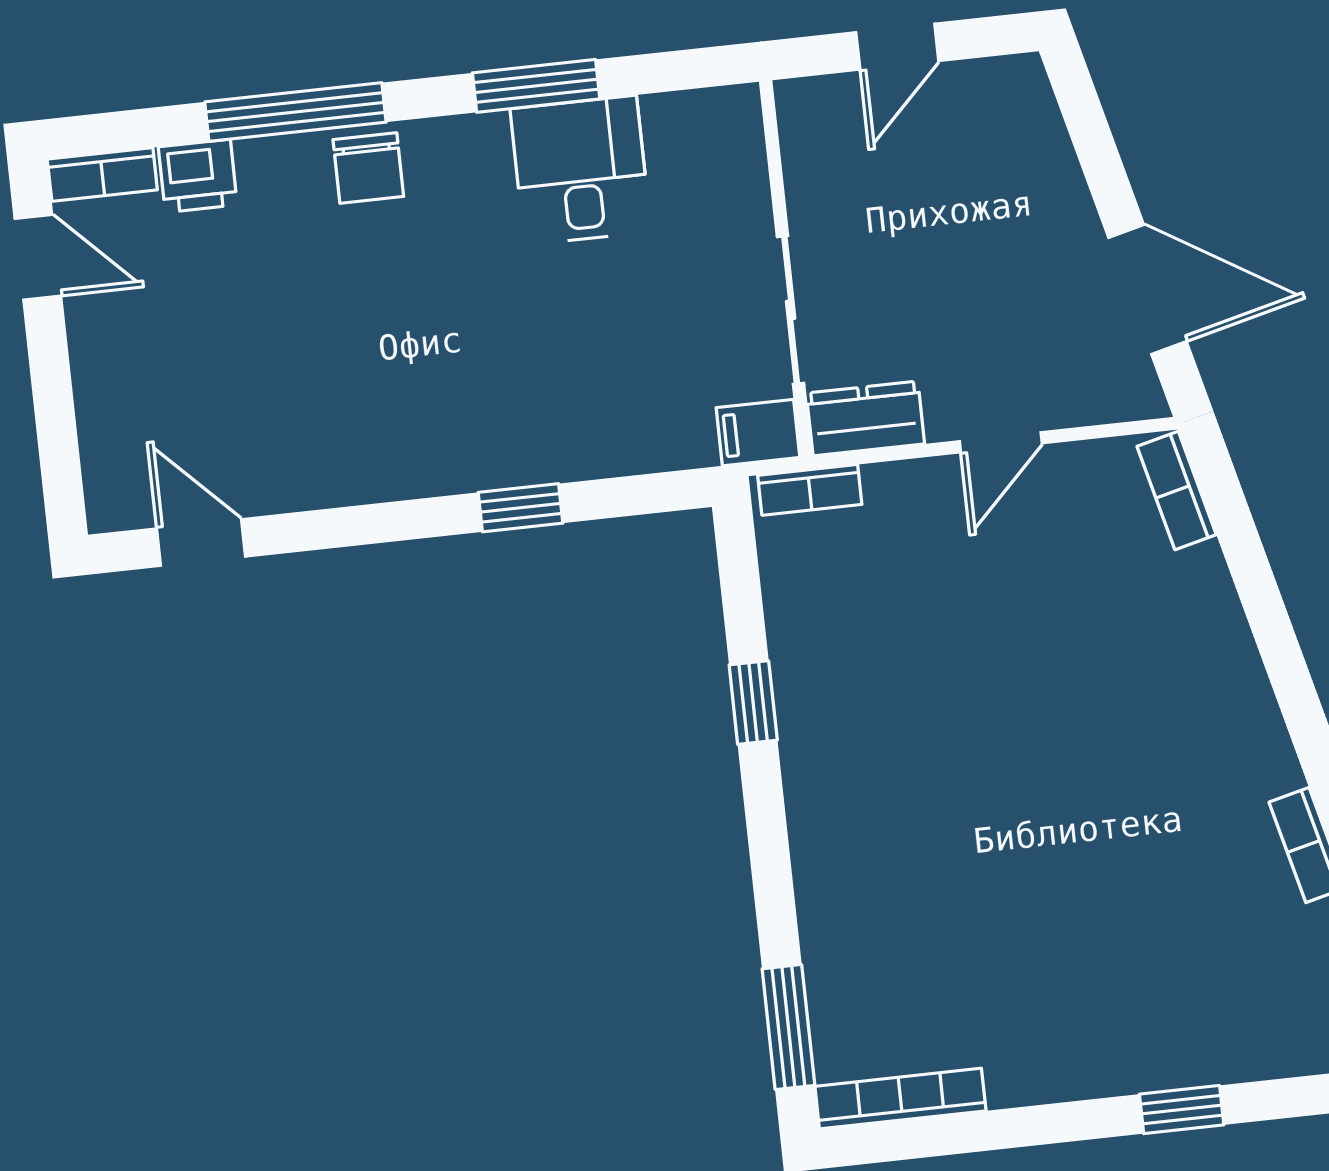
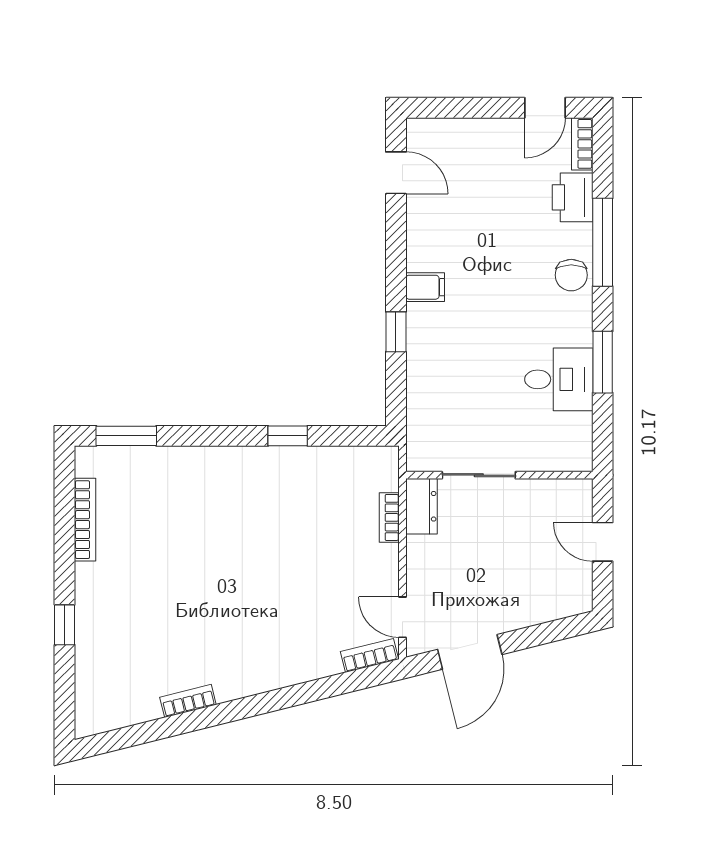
chair: (368, 168) -> (571, 275), turned -90
printer: (198, 176) -> (573, 197), width x1.36, depth x1.24
filing cabinet: (758, 433) -> (425, 287), moved, turned 90
door: (1001, 442) -> (403, 617), moved
bookcase: (810, 490) -> (389, 517), moved
door: (201, 542) -> (396, 173), hinge flipped
bookcase: (900, 1099) -> (85, 520), moved

